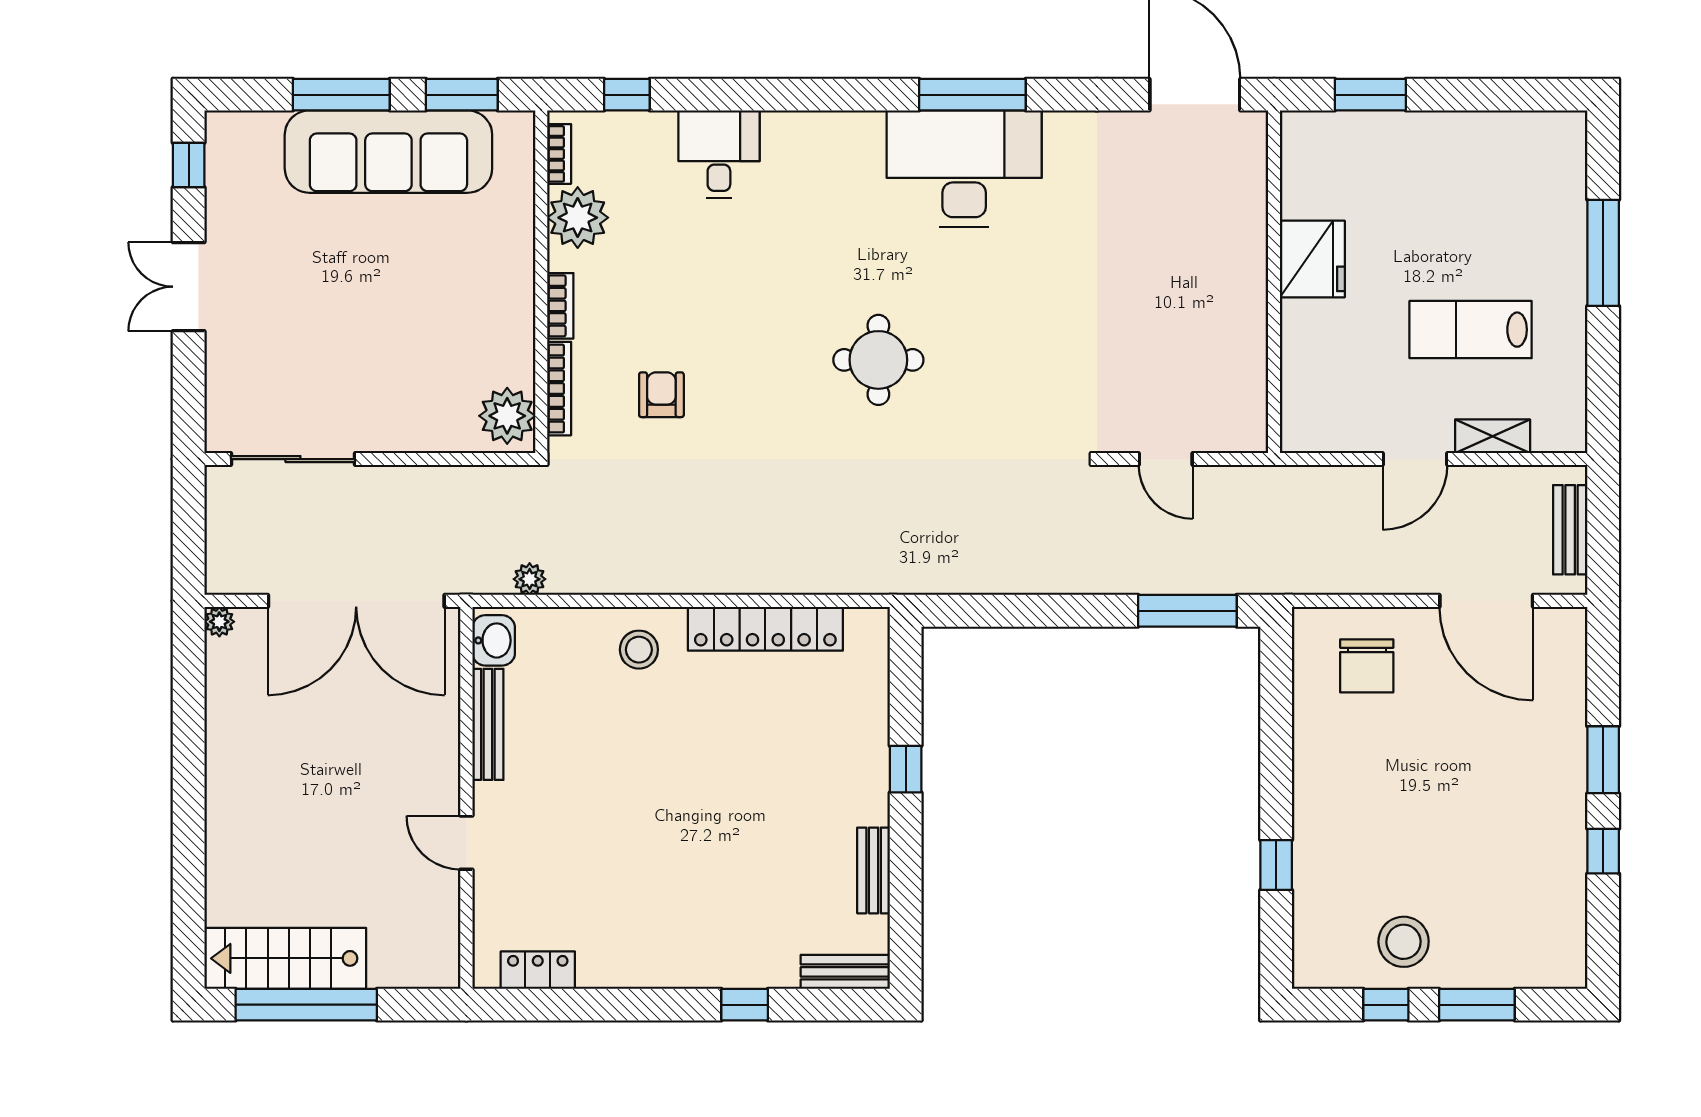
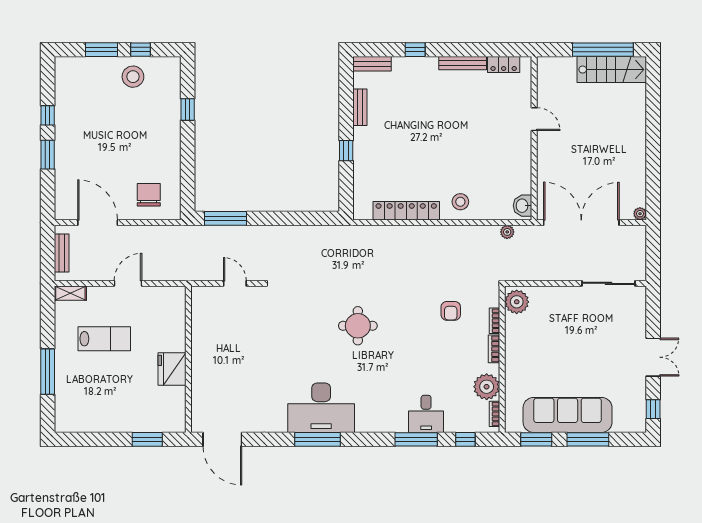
window: (742, 95) -> (416, 439), added
bookcase: (559, 389) -> (494, 321), width x0.64
shelving: (1493, 436) -> (70, 293), moved
bench: (488, 724) -> (463, 63), moved, turned 90

